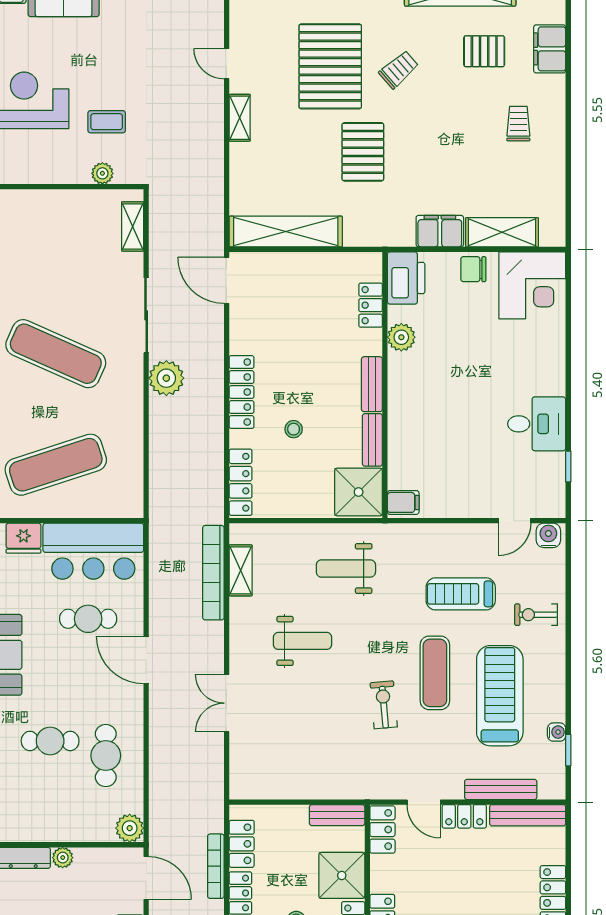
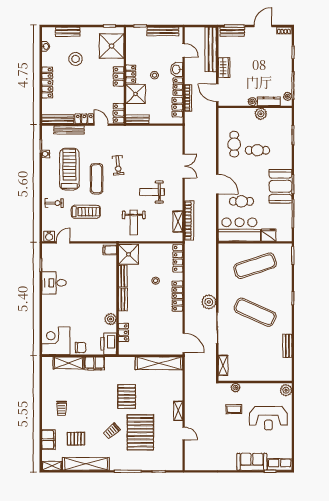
weight bench: (346, 568) -> (134, 222), turned 90
treadmill: (500, 696) -> (69, 169), turned 180
plant: (130, 828) -> (261, 114), moved

